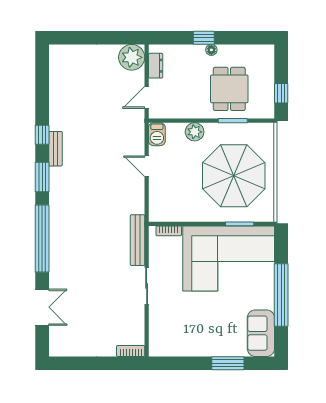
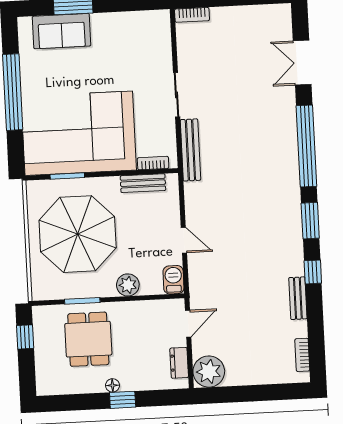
bookcase: (54, 67) -> (302, 355), added
bench: (55, 149) -> (298, 298), moved
bench: (178, 215) -> (143, 183), added
sofa: (261, 333) -> (62, 31), moved, turned 90

